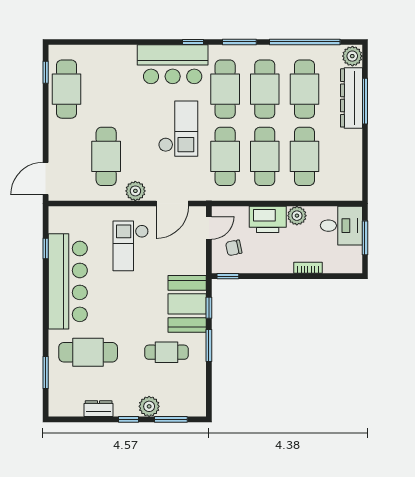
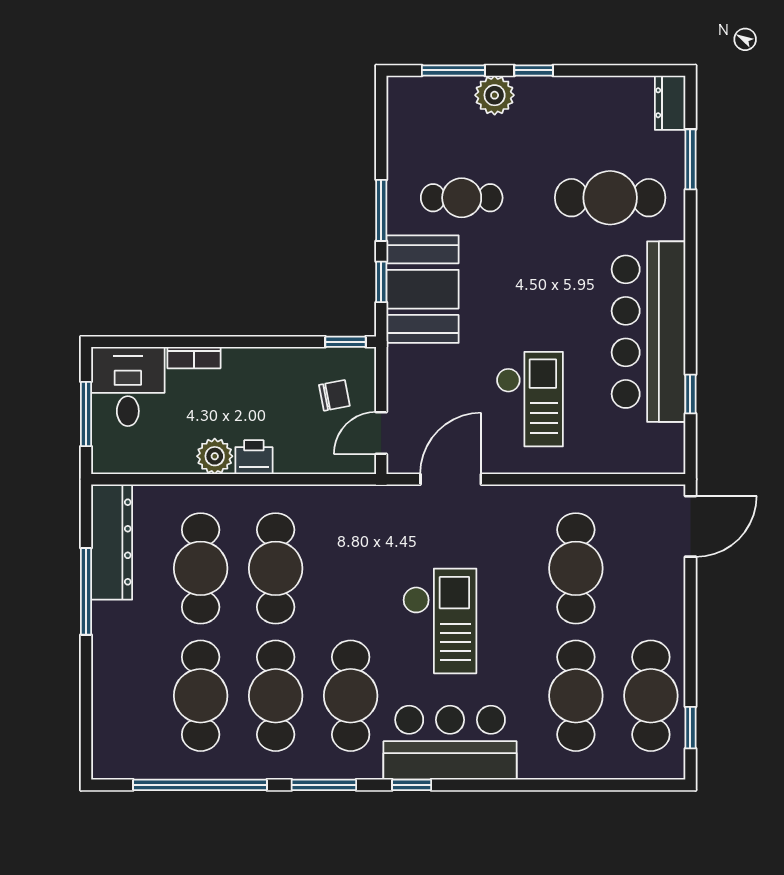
plant: (352, 56) -> (110, 758), removed
dresser: (351, 98) -> (112, 542), moved
window: (365, 101) -> (86, 591), moved
checkout: (178, 129) -> (440, 621), turned 180
cafe table: (225, 156) -> (576, 696), moved
plant: (135, 191) -> (521, 503), removed
printer: (268, 219) -> (254, 457), width x0.53, depth x0.68
desk: (341, 226) -> (128, 387), moved, turned 90
dresser: (99, 409) -> (670, 103), moved, turned 90

